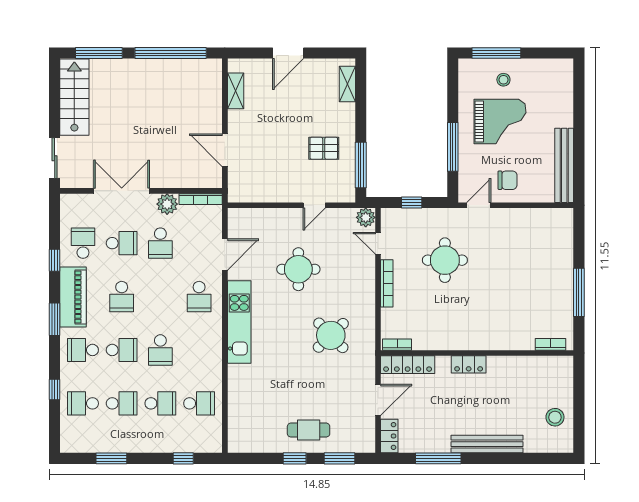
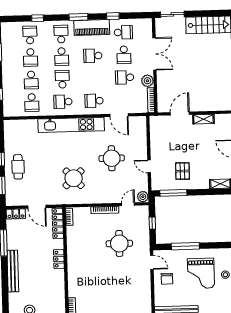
shelving: (236, 91) -> (203, 119), moved
kitchen unit: (239, 322) -> (71, 125), width x1.36
school desk: (160, 350) -> (62, 79), turned 90
school desk: (199, 350) -> (63, 102), added

